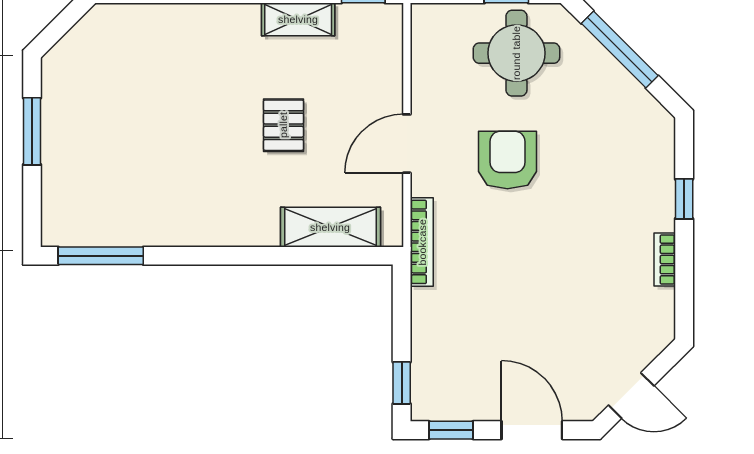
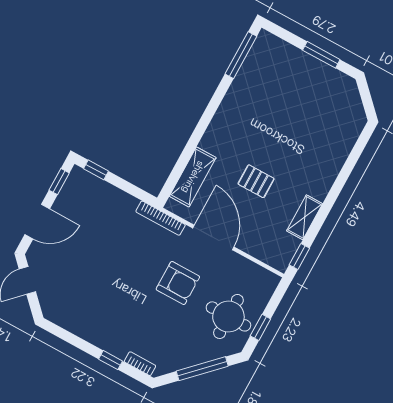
door: (407, 144) -> (213, 238), width x1.36
bookcase: (665, 259) -> (140, 364), moved

